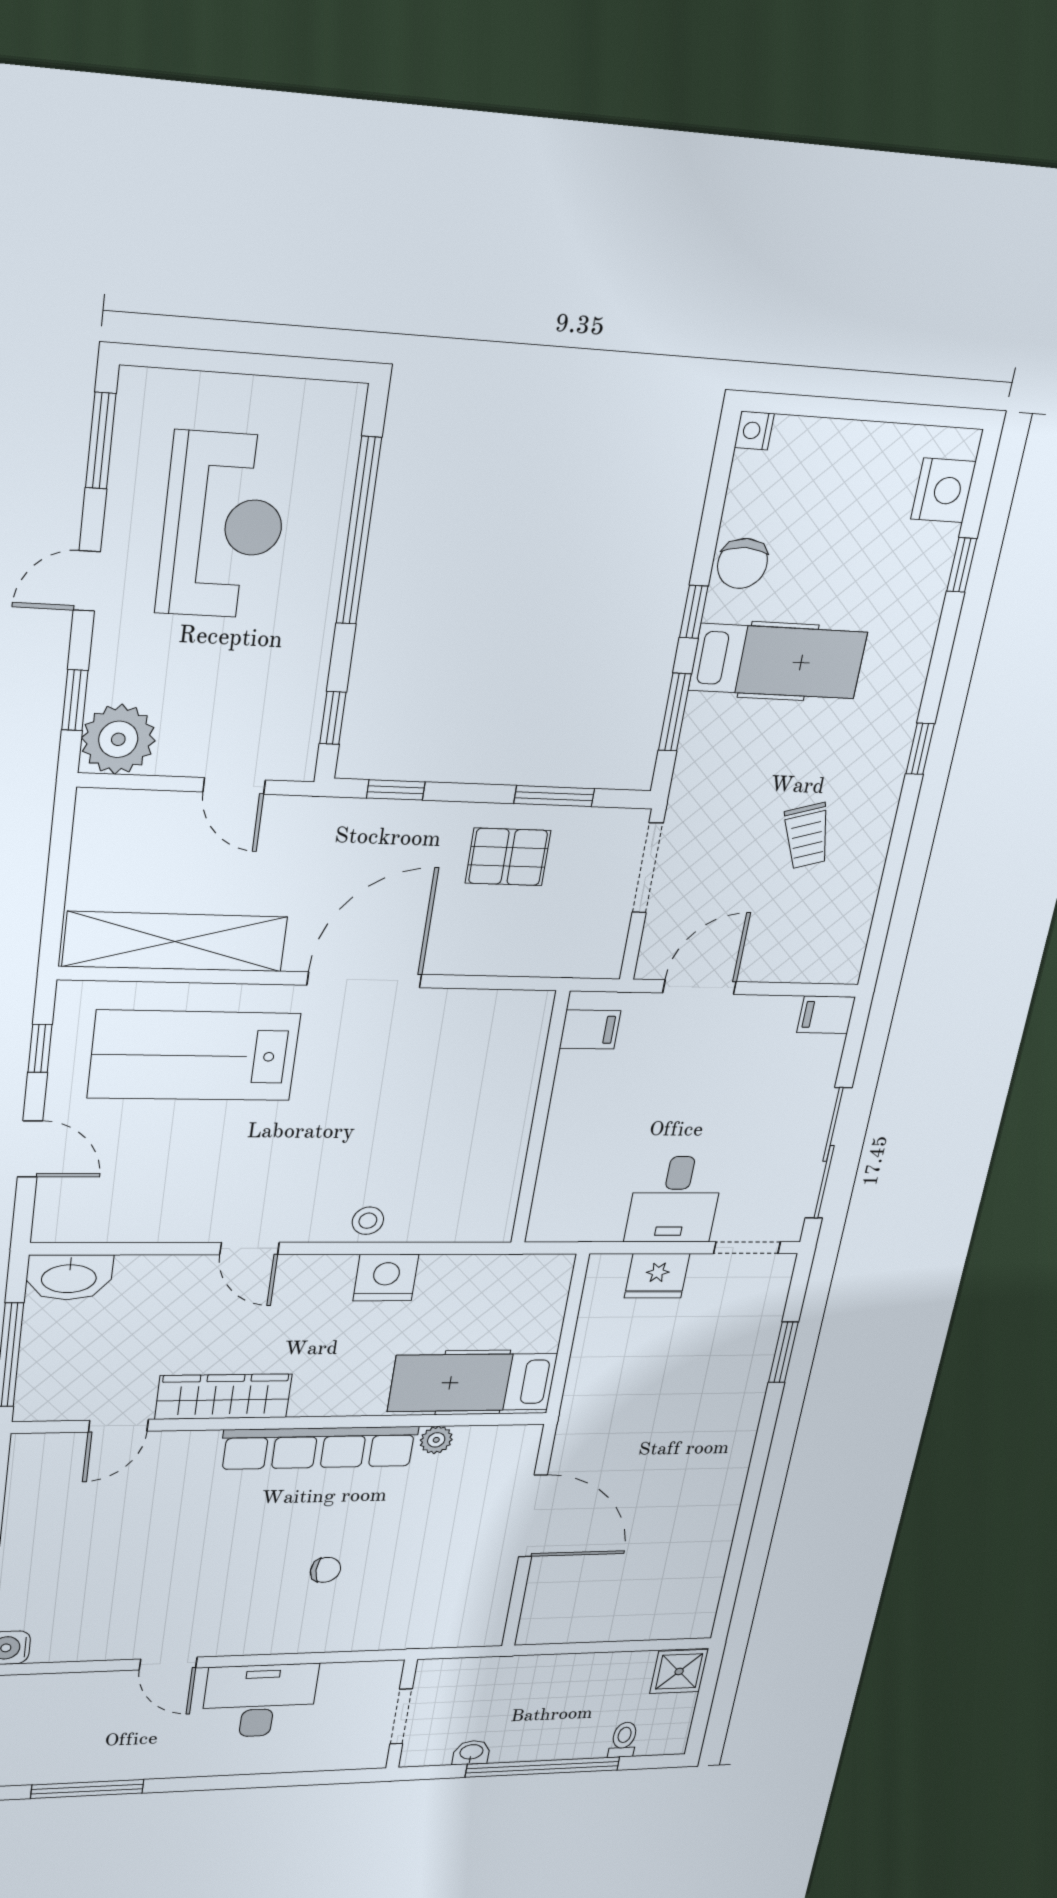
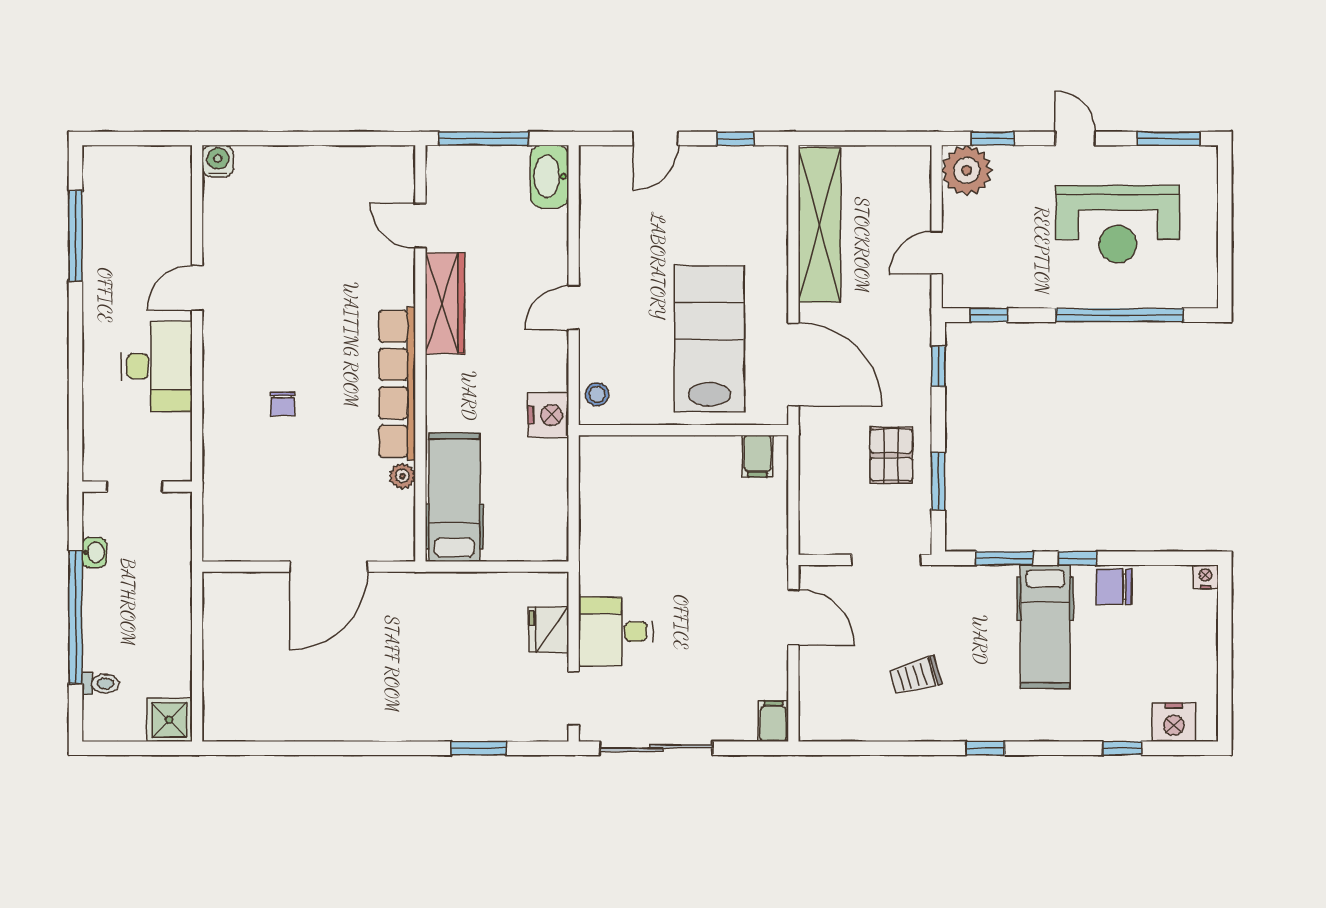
filing cabinet: (590, 1029) -> (757, 456), moved
lab bench: (194, 1056) -> (709, 339), moved
wall: (540, 1119) -> (683, 430), moved

